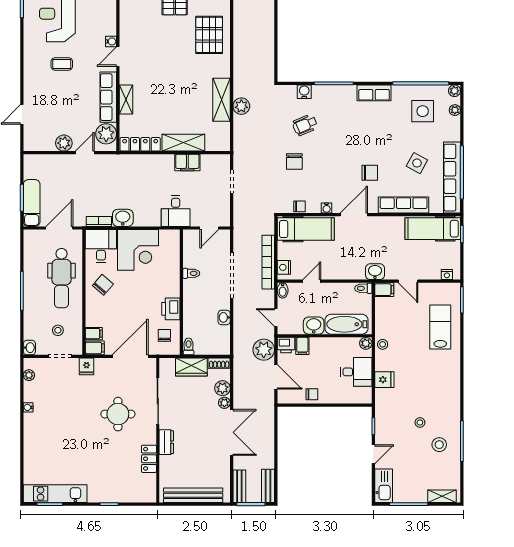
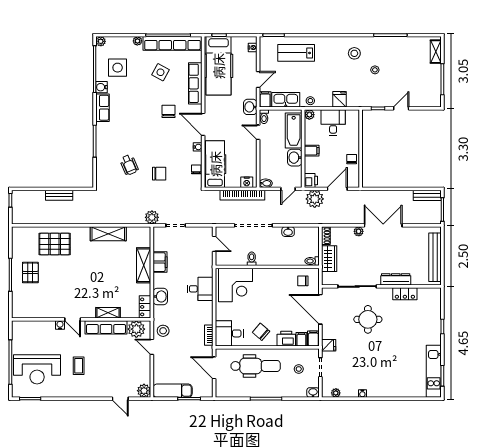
water cooler: (304, 92) -> (101, 87), moved
plant: (241, 106) -> (152, 217), moved
plant: (455, 110) -> (137, 41), moved
plant: (64, 143) -> (144, 391), moved
locker: (140, 144) -> (145, 307), width x0.66
stool: (104, 166) -> (163, 331), added
exam couch: (32, 203) -> (173, 391), moved
desk: (176, 211) -> (200, 289), moved
washbasin: (123, 218) -> (160, 296), moved, turned 180
hospital bed: (433, 229) -> (218, 66), width x1.37, depth x1.29
corner desk: (138, 250) -> (235, 285), moved, turned 90
door: (312, 281) -> (258, 132), moved
printer: (171, 309) -> (286, 339), moved, turned 180
filing cabinet: (302, 346) -> (312, 151), moved
plant: (222, 388) -> (347, 233), removed
dresser: (166, 442) -> (396, 279), width x1.44
stool: (439, 445) -> (354, 53), moved
door: (373, 454) -> (401, 108), hinge flipped
bench: (239, 486) -> (59, 195), moved
kitchen sink: (384, 486) -> (286, 100), moved

